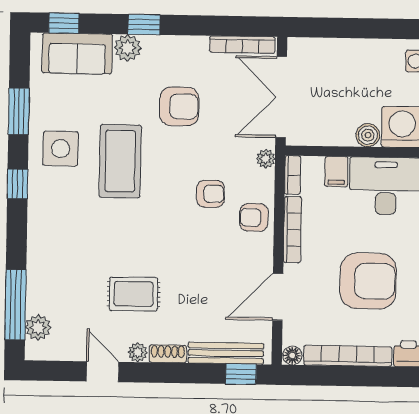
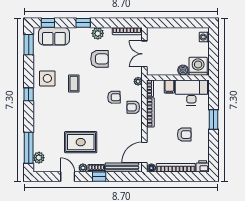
plant: (128, 48) -> (98, 33), moved
double door: (281, 97) -> (144, 54), width x0.73
window: (19, 111) -> (29, 45), moved
coffee table: (120, 161) -> (74, 84), width x0.54, depth x0.58
armchair: (368, 281) -> (184, 135), width x0.53, depth x0.53
rug: (133, 294) -> (81, 142), width x1.36, depth x1.43
door: (278, 297) -> (144, 152), moved
window: (241, 374) -> (99, 177), moved

